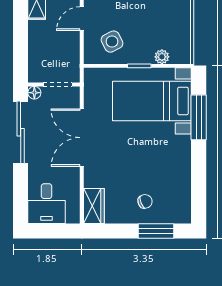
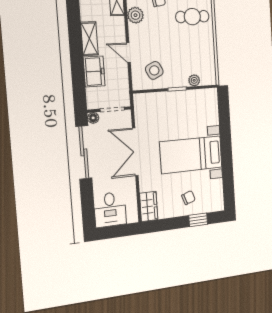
door: (82, 19) -> (128, 53), hinge flipped
freezer: (39, 39) -> (94, 72), added
bed with nightstands: (152, 101) -> (191, 155), moved
window: (199, 117) -> (225, 127), removed
window: (156, 231) -> (198, 220), width x0.67

